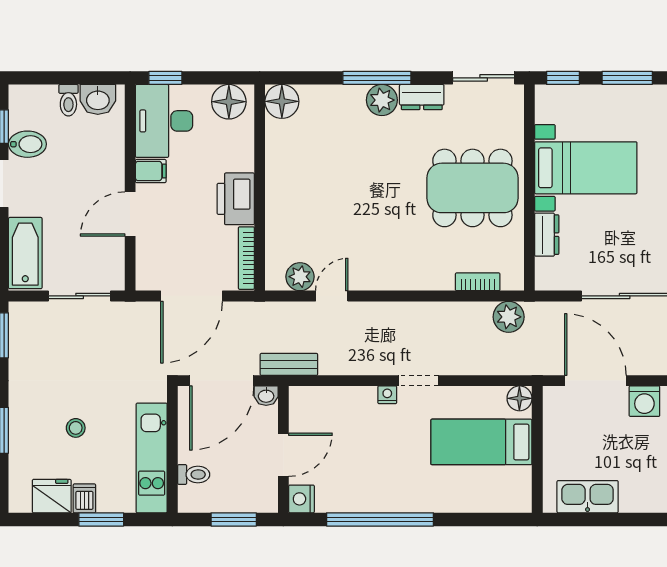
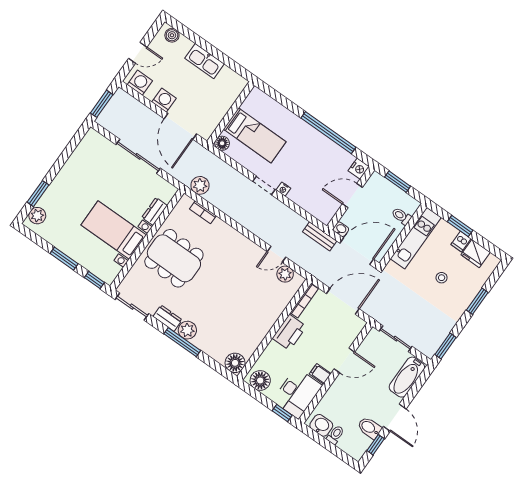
kitchen sink: (588, 497) -> (205, 61), moved

